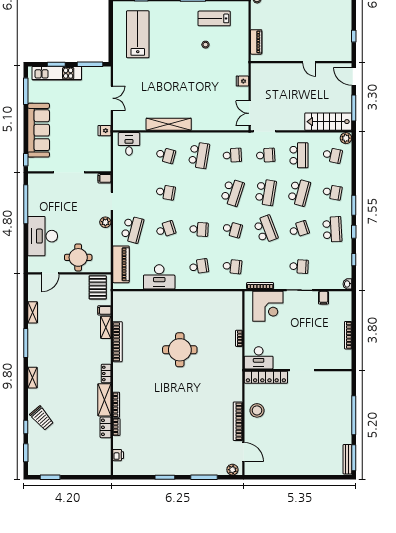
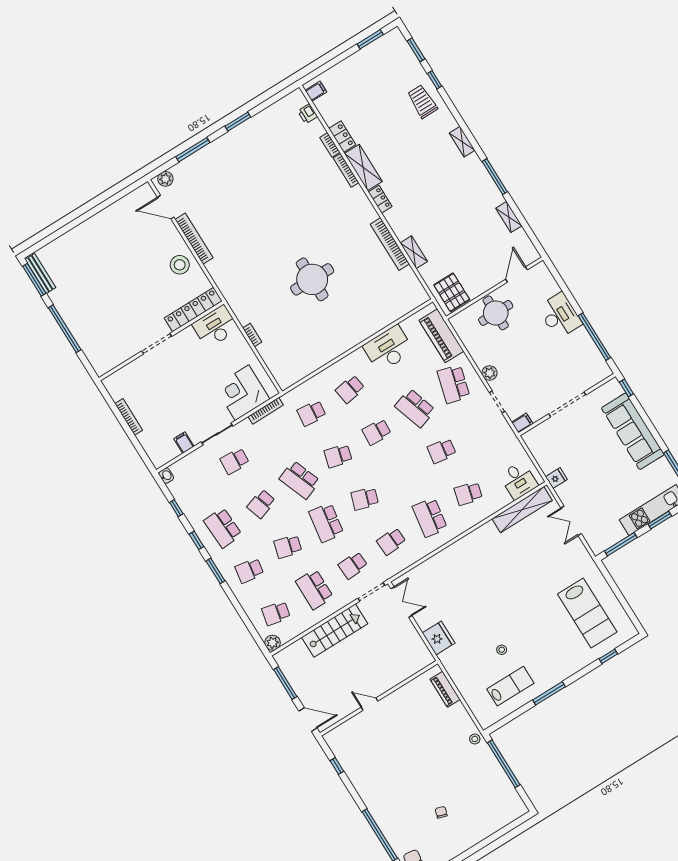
fridge: (242, 81) -> (439, 638), width x1.88, depth x1.34
stairs: (328, 122) -> (335, 631), moved
shelving: (169, 124) -> (522, 510), moved
school desk: (232, 192) -> (365, 499), width x0.54
school desk: (299, 192) -> (288, 547), width x0.54
school desk: (166, 229) -> (415, 408), width x1.85
desk: (43, 236) -> (560, 316), width x0.73, depth x0.77
filing cabinet: (104, 310) -> (316, 91), moved
trolley: (42, 418) -> (422, 101), turned 41

